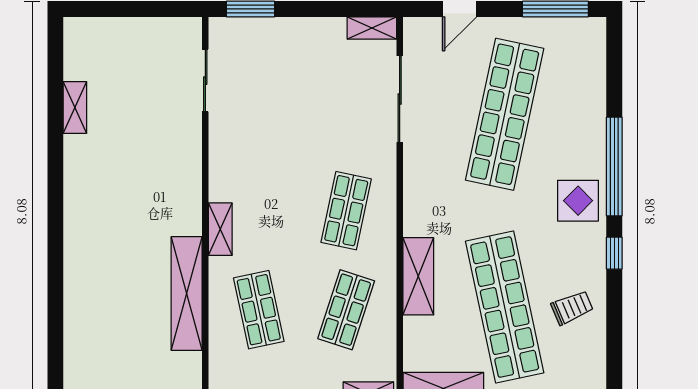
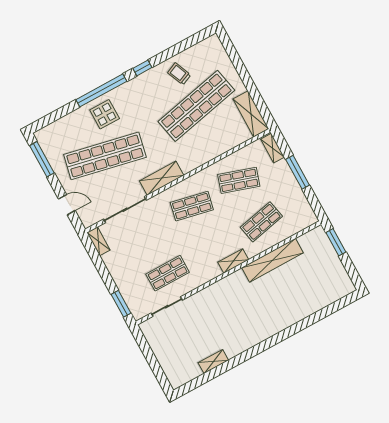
shop shelf: (259, 112) -> (168, 273), added
display table: (578, 201) -> (105, 114), moved
shelving: (418, 276) -> (162, 178), moved

